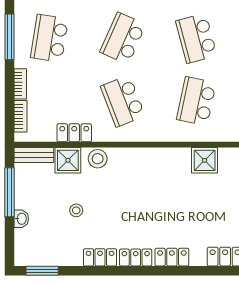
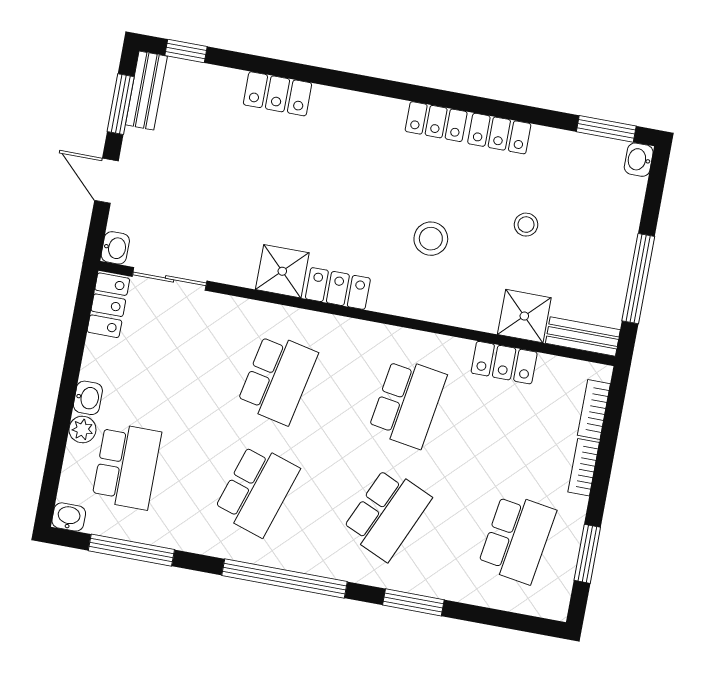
window: (10, 37) -> (587, 554), width x0.69
school desk: (196, 38) -> (257, 490), turned 33
school desk: (123, 101) -> (408, 403), turned 30
stool: (98, 159) -> (431, 239), moved
washbasin: (21, 219) -> (639, 160), moved
locker: (172, 257) -> (338, 288), moved, turned 180

